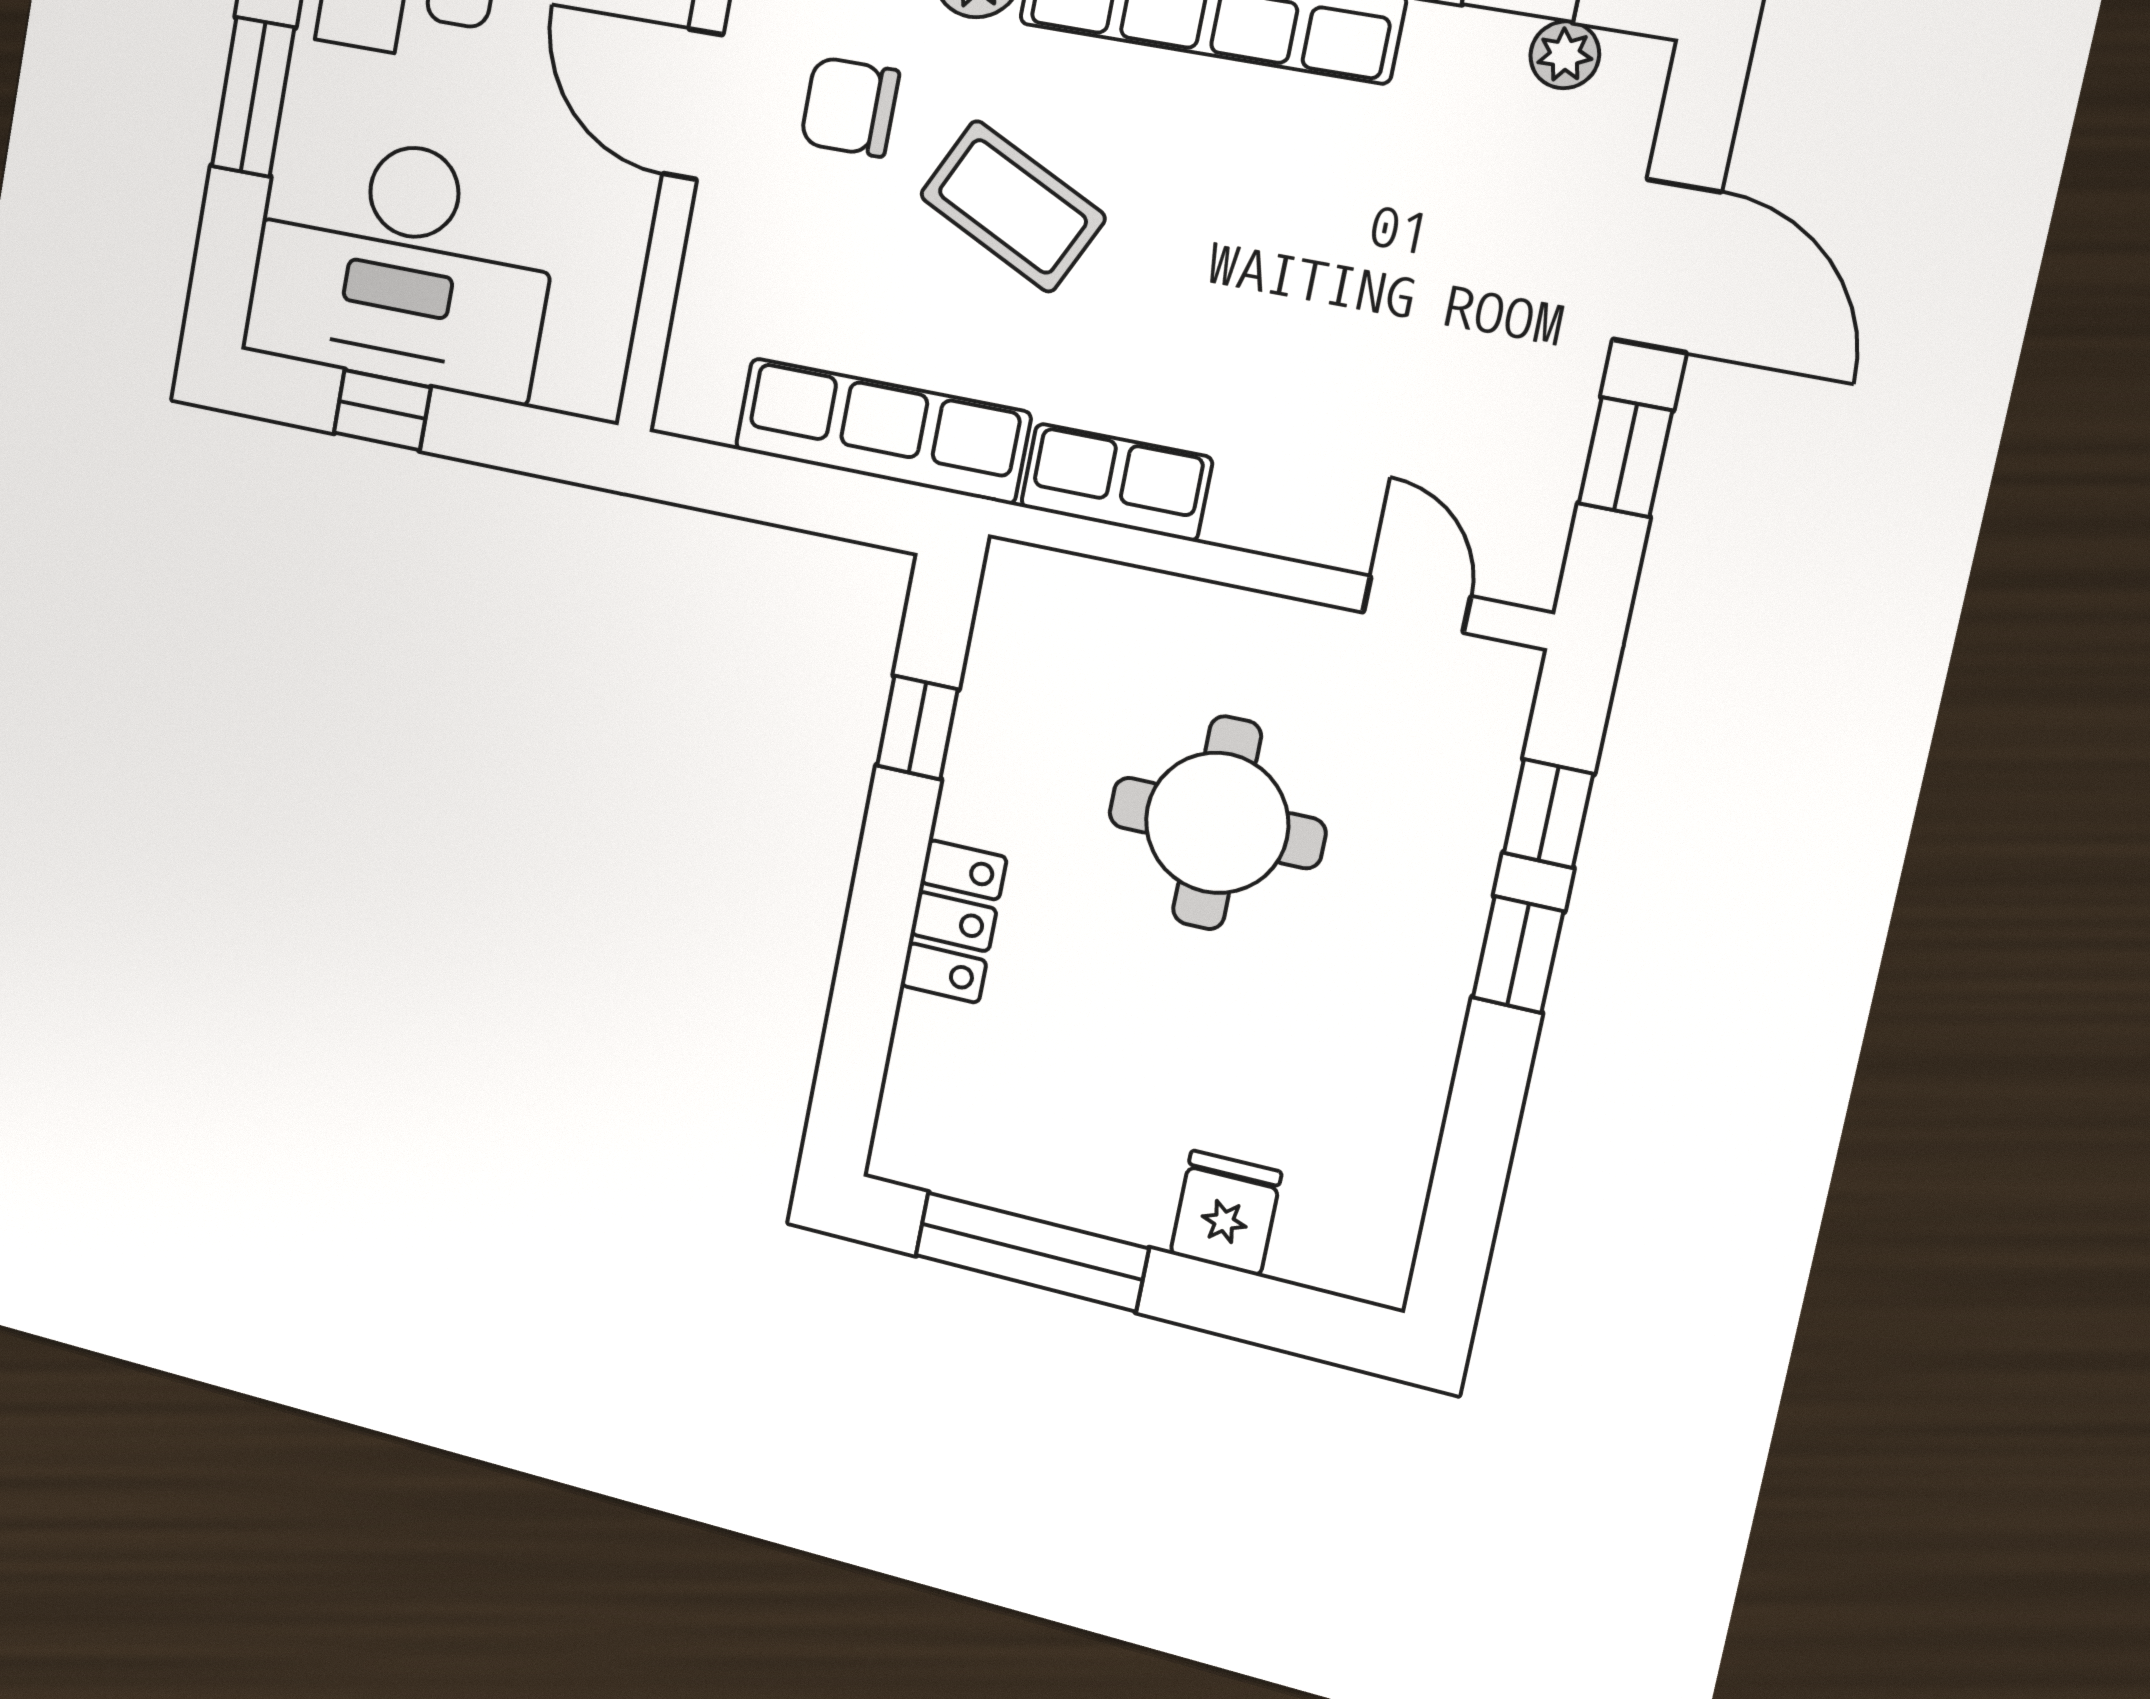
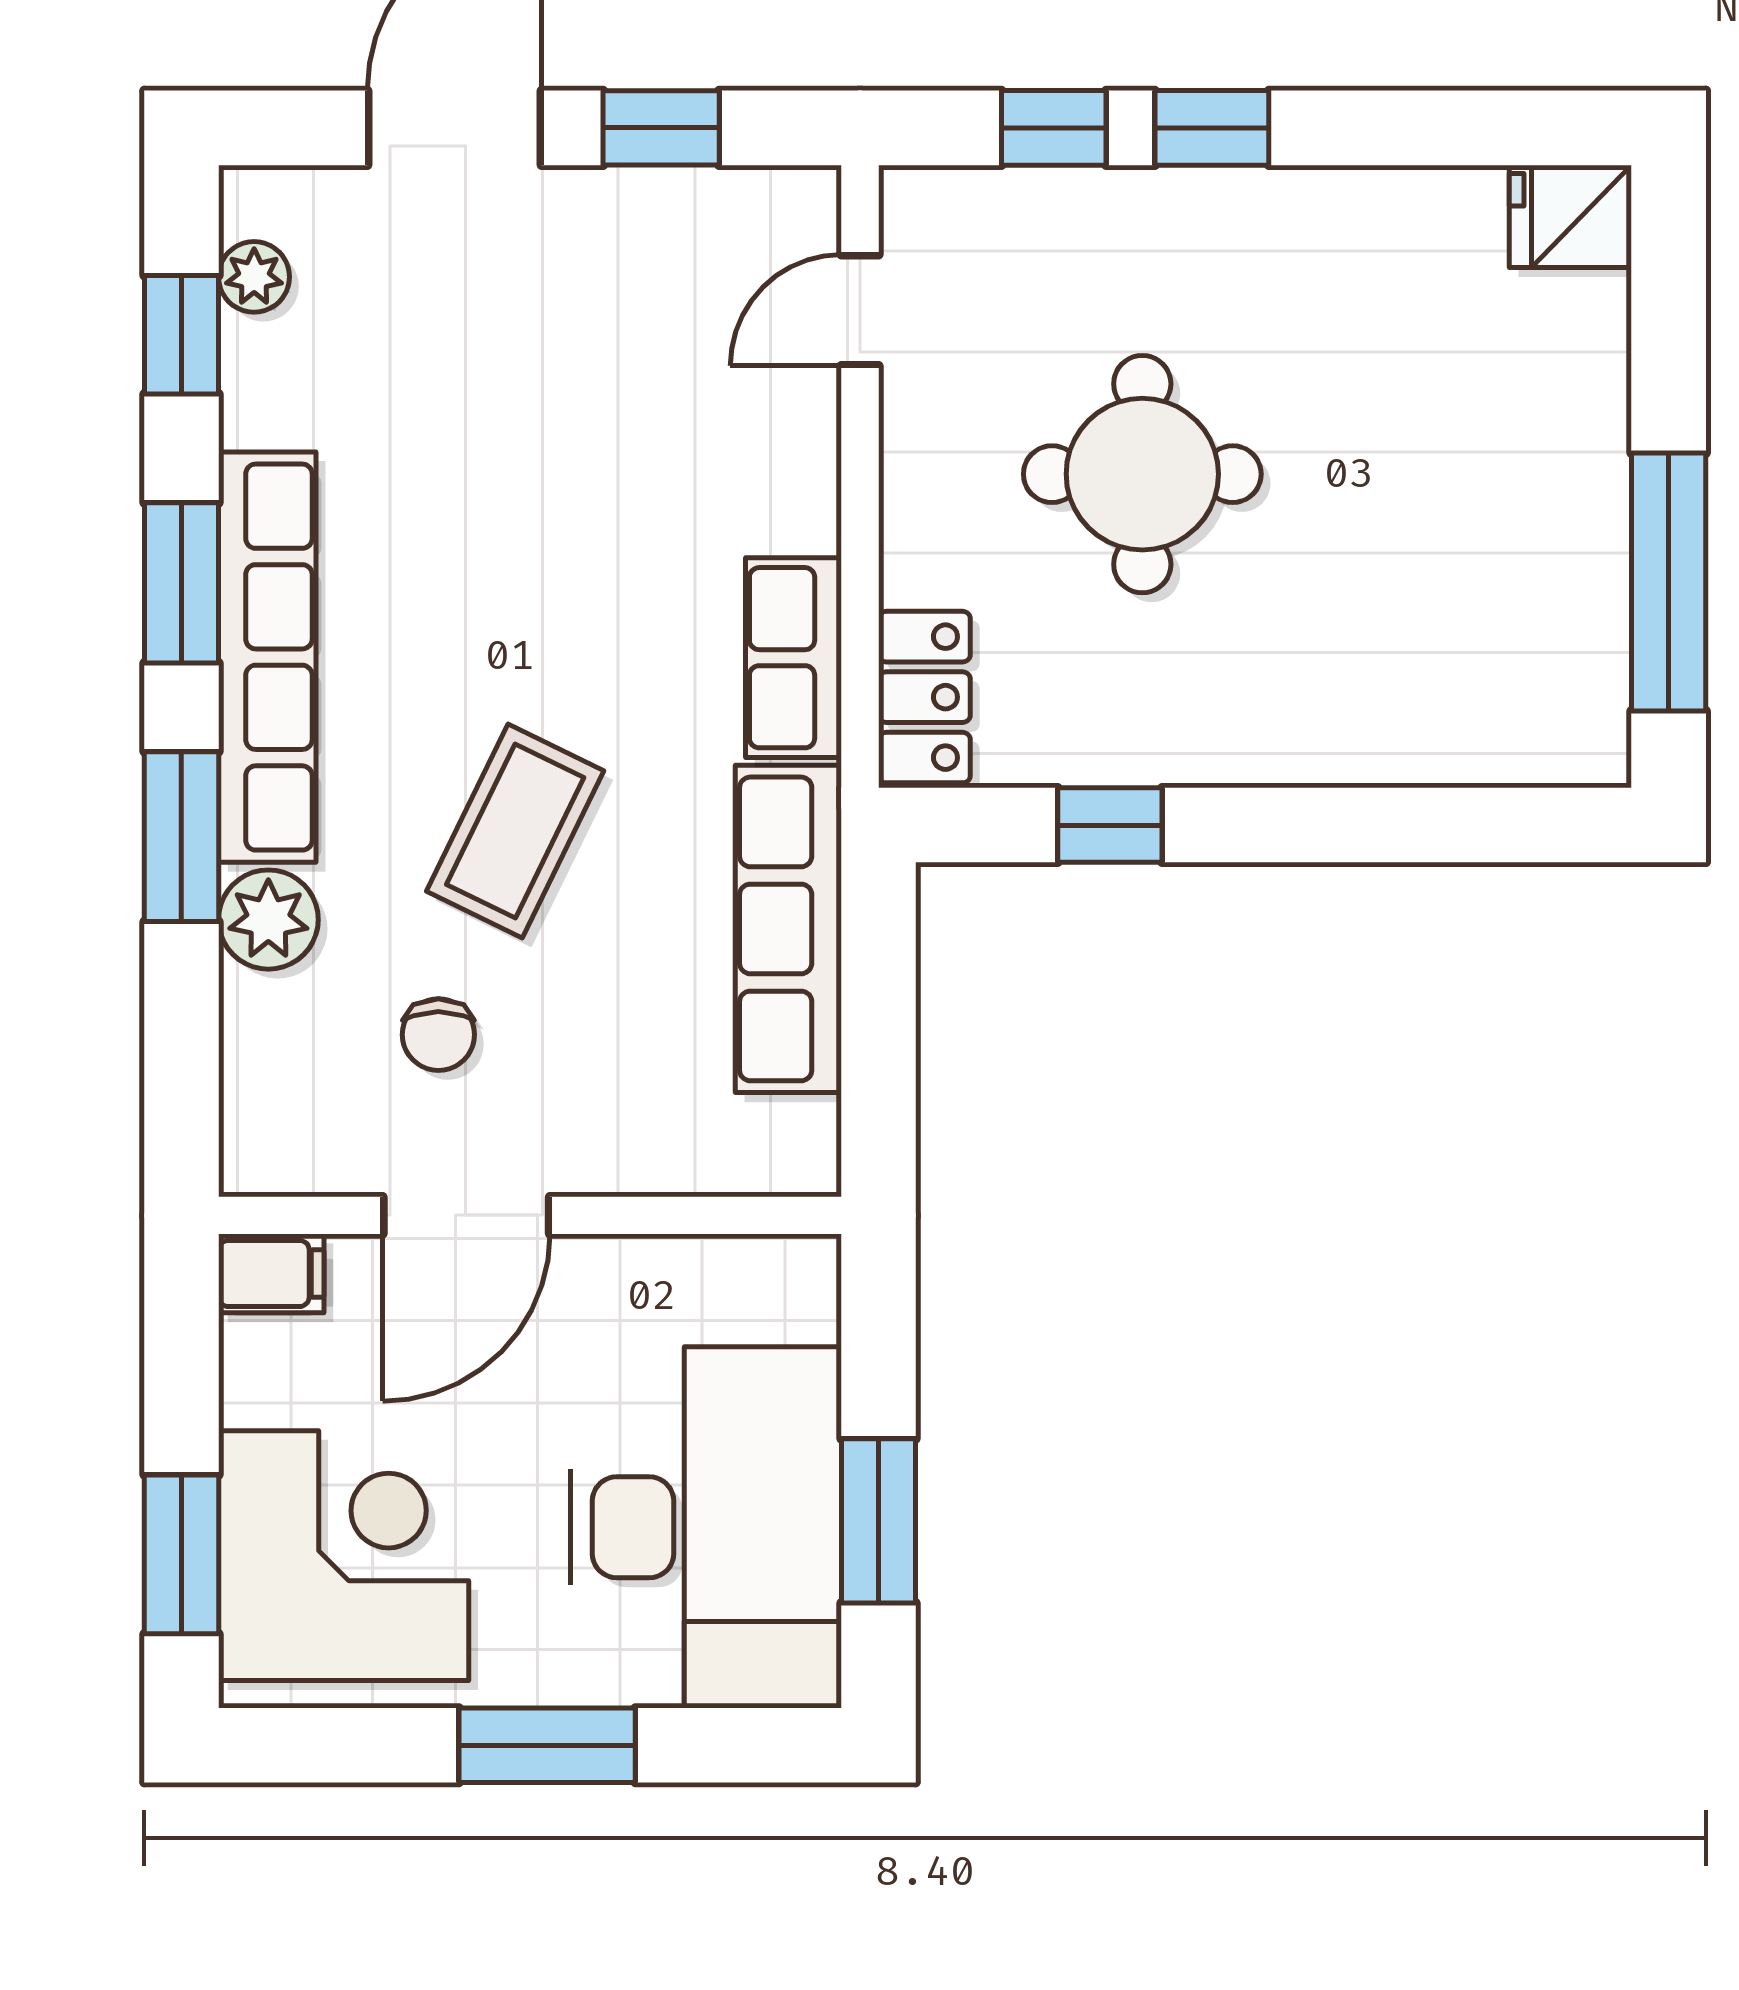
chair: (850, 107) -> (438, 1035), width x0.73, depth x0.73
window: (382, 410) -> (879, 1521), width x1.50
locker: (954, 922) -> (924, 697), moved, turned 90
fridge: (1226, 1213) -> (1570, 216), moved

